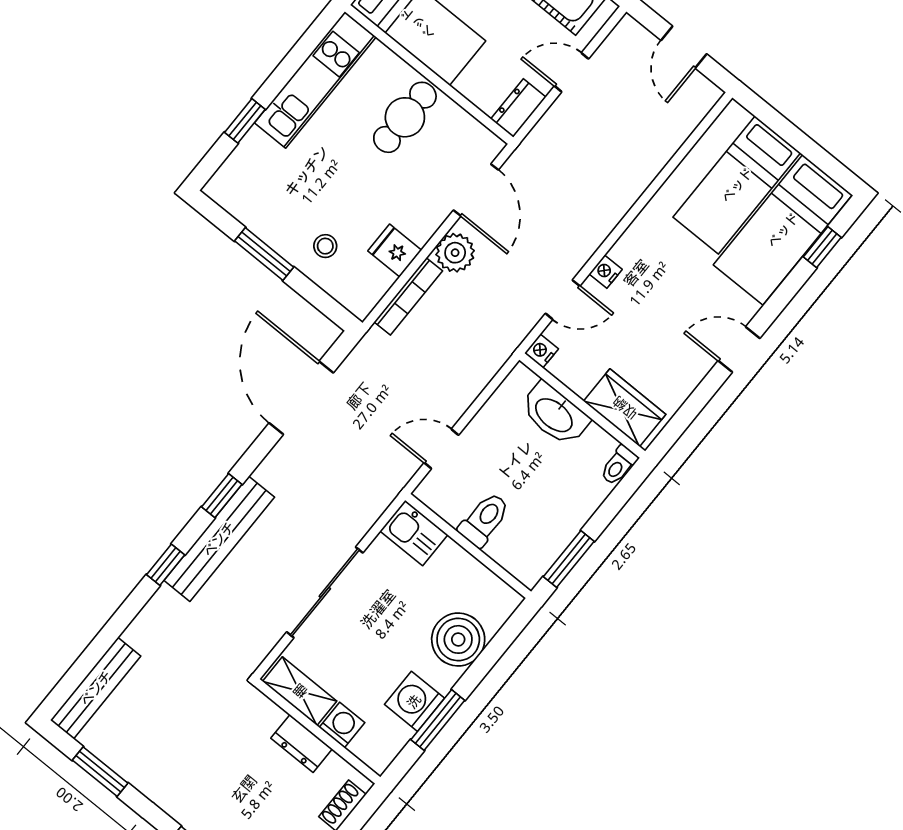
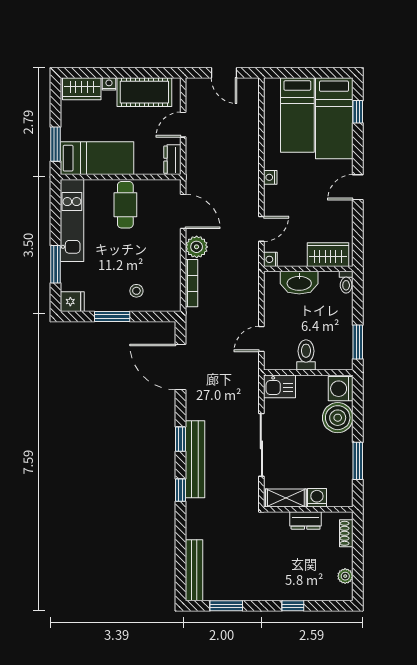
window: (245, 121) -> (55, 264), width x1.50
fridge: (395, 251) -> (72, 302), moved, turned 180
nightstand: (606, 272) -> (270, 177), moved
washing machine: (414, 701) -> (341, 389), moved

